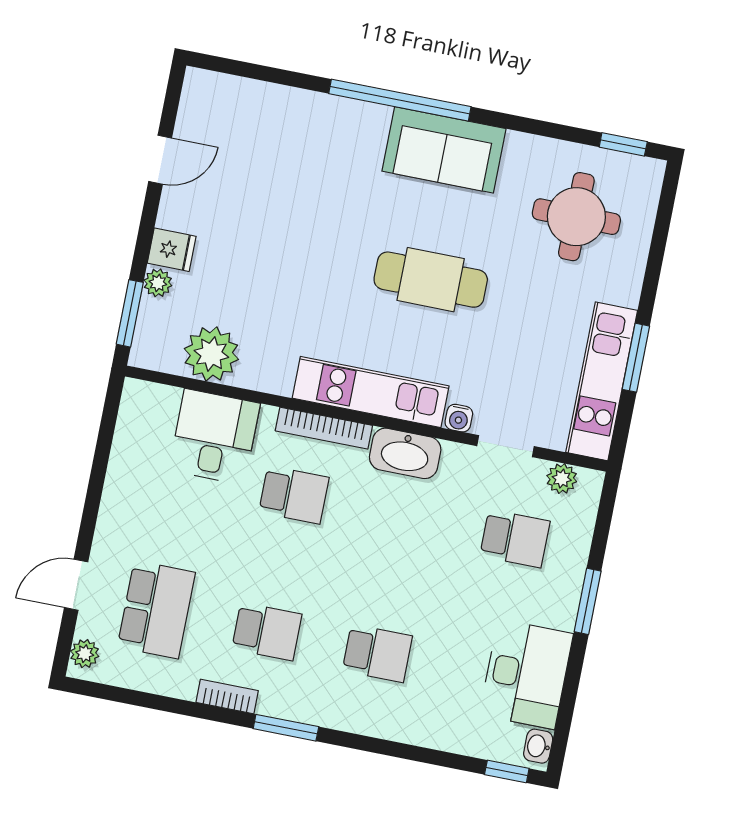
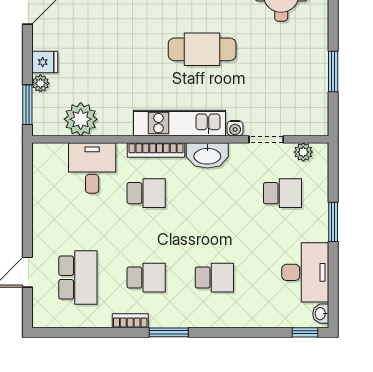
kitchen unit: (602, 381) -> (316, 90), removed
plant: (85, 654) -> (41, 312), removed

